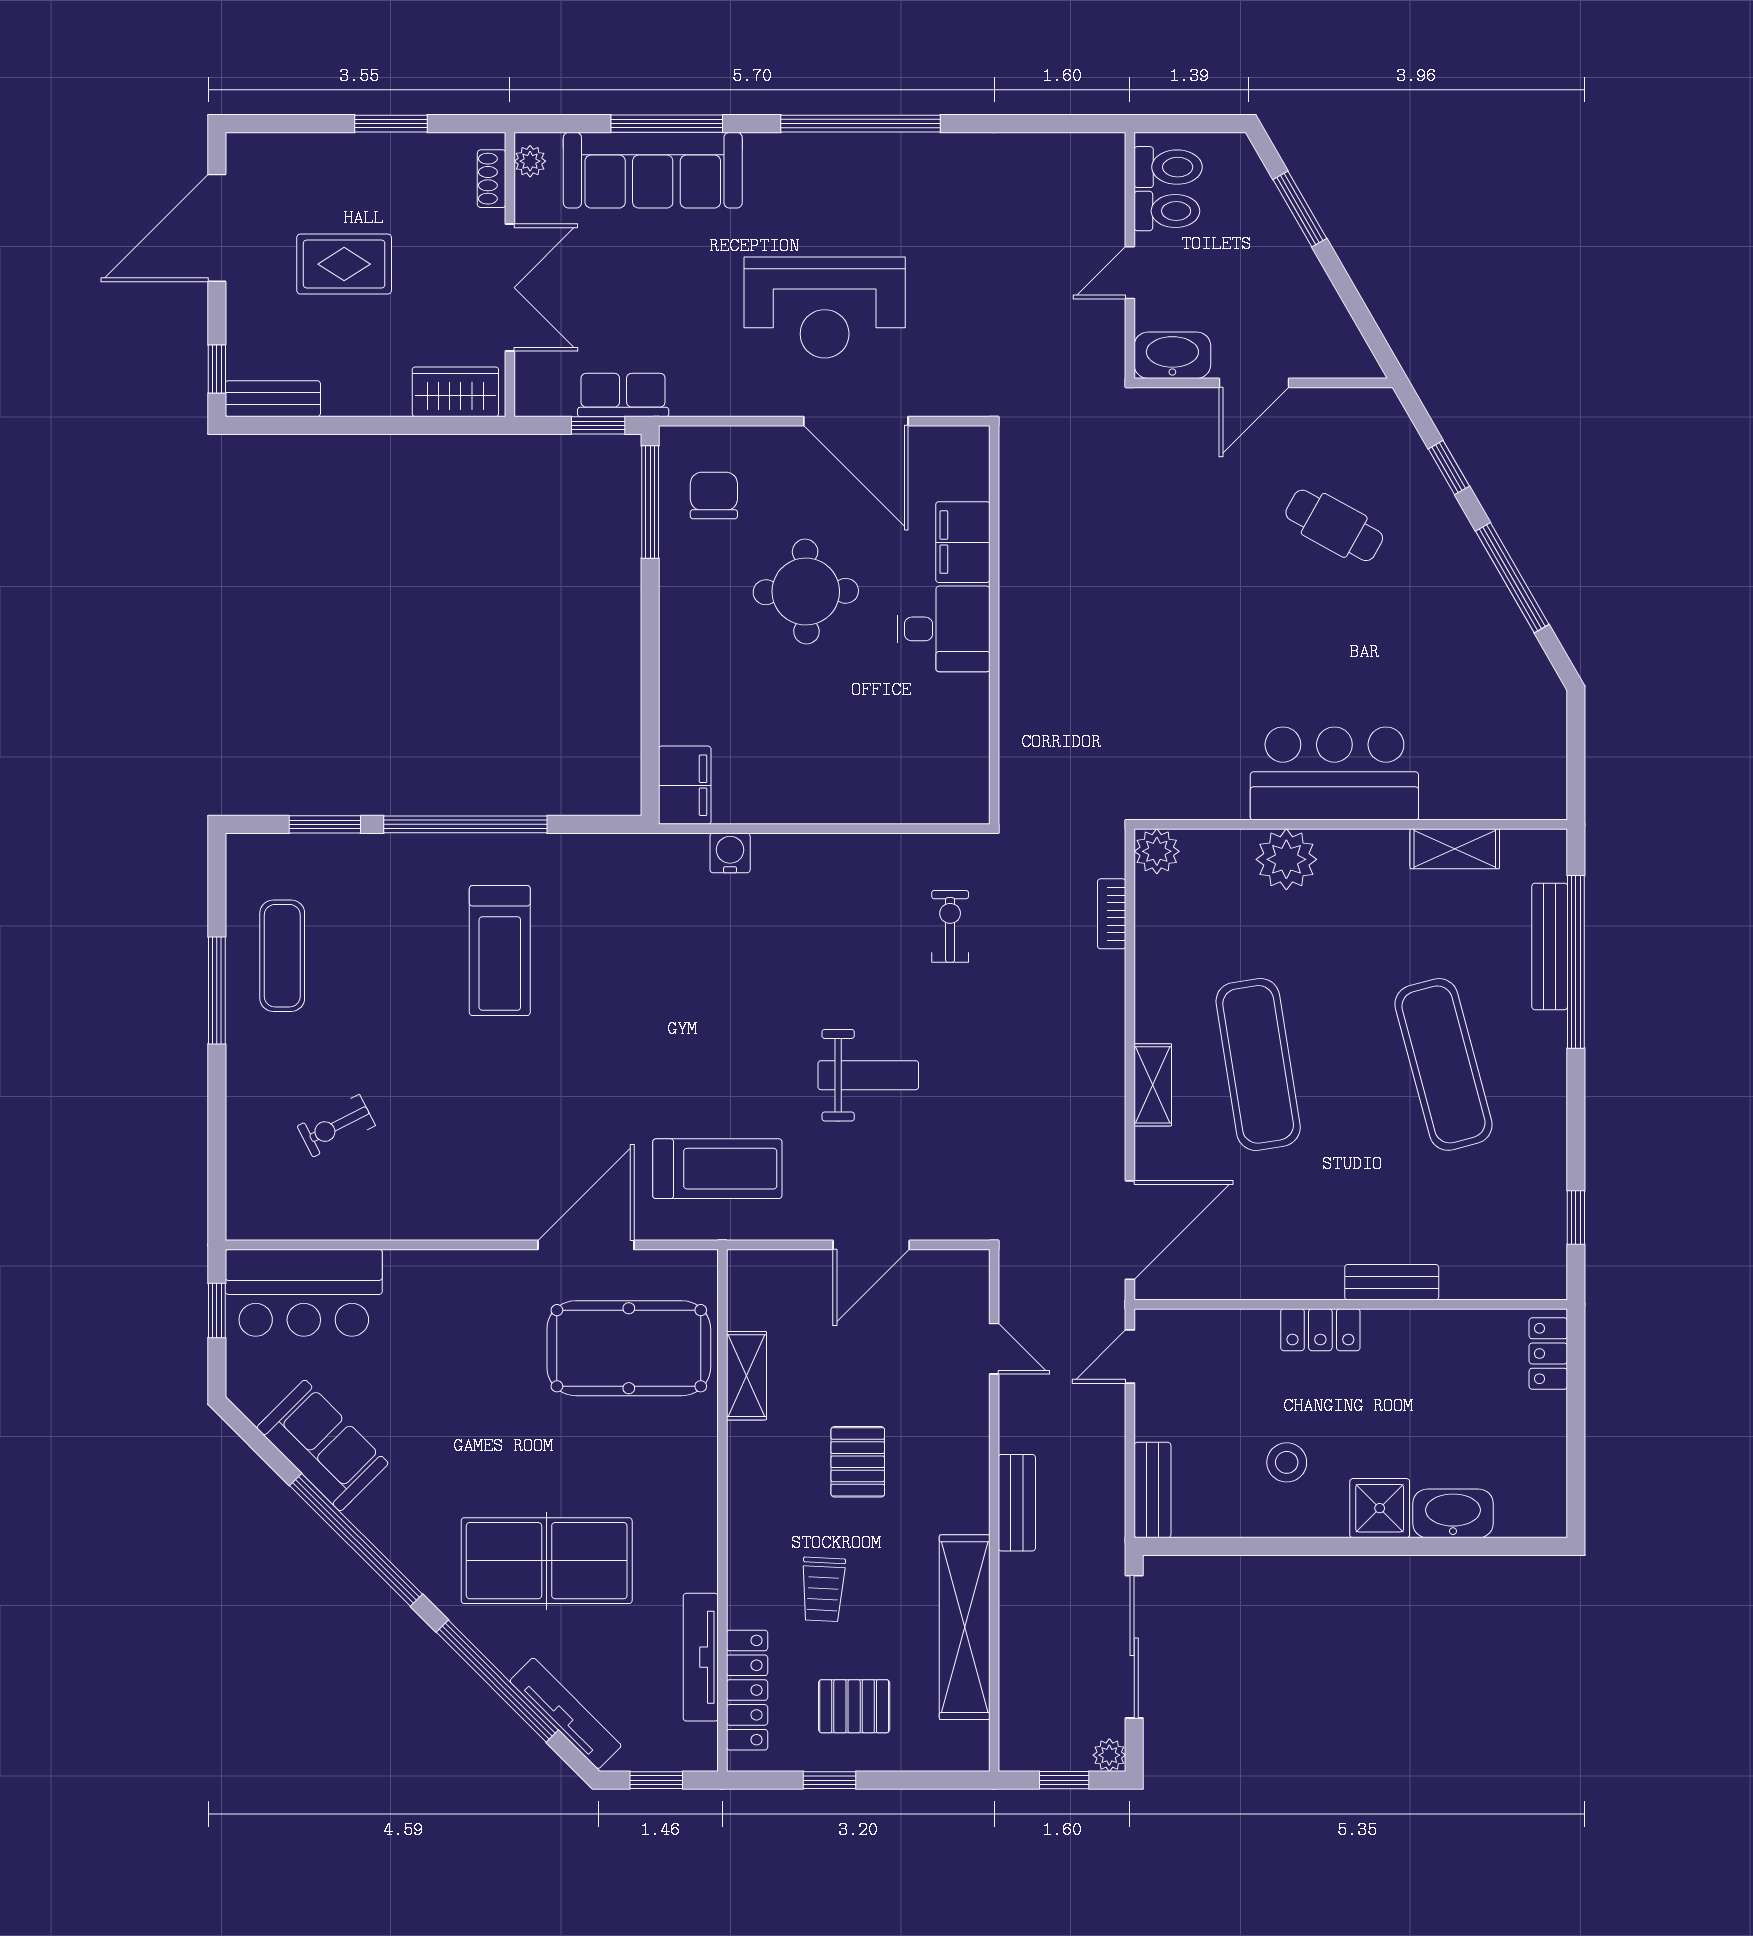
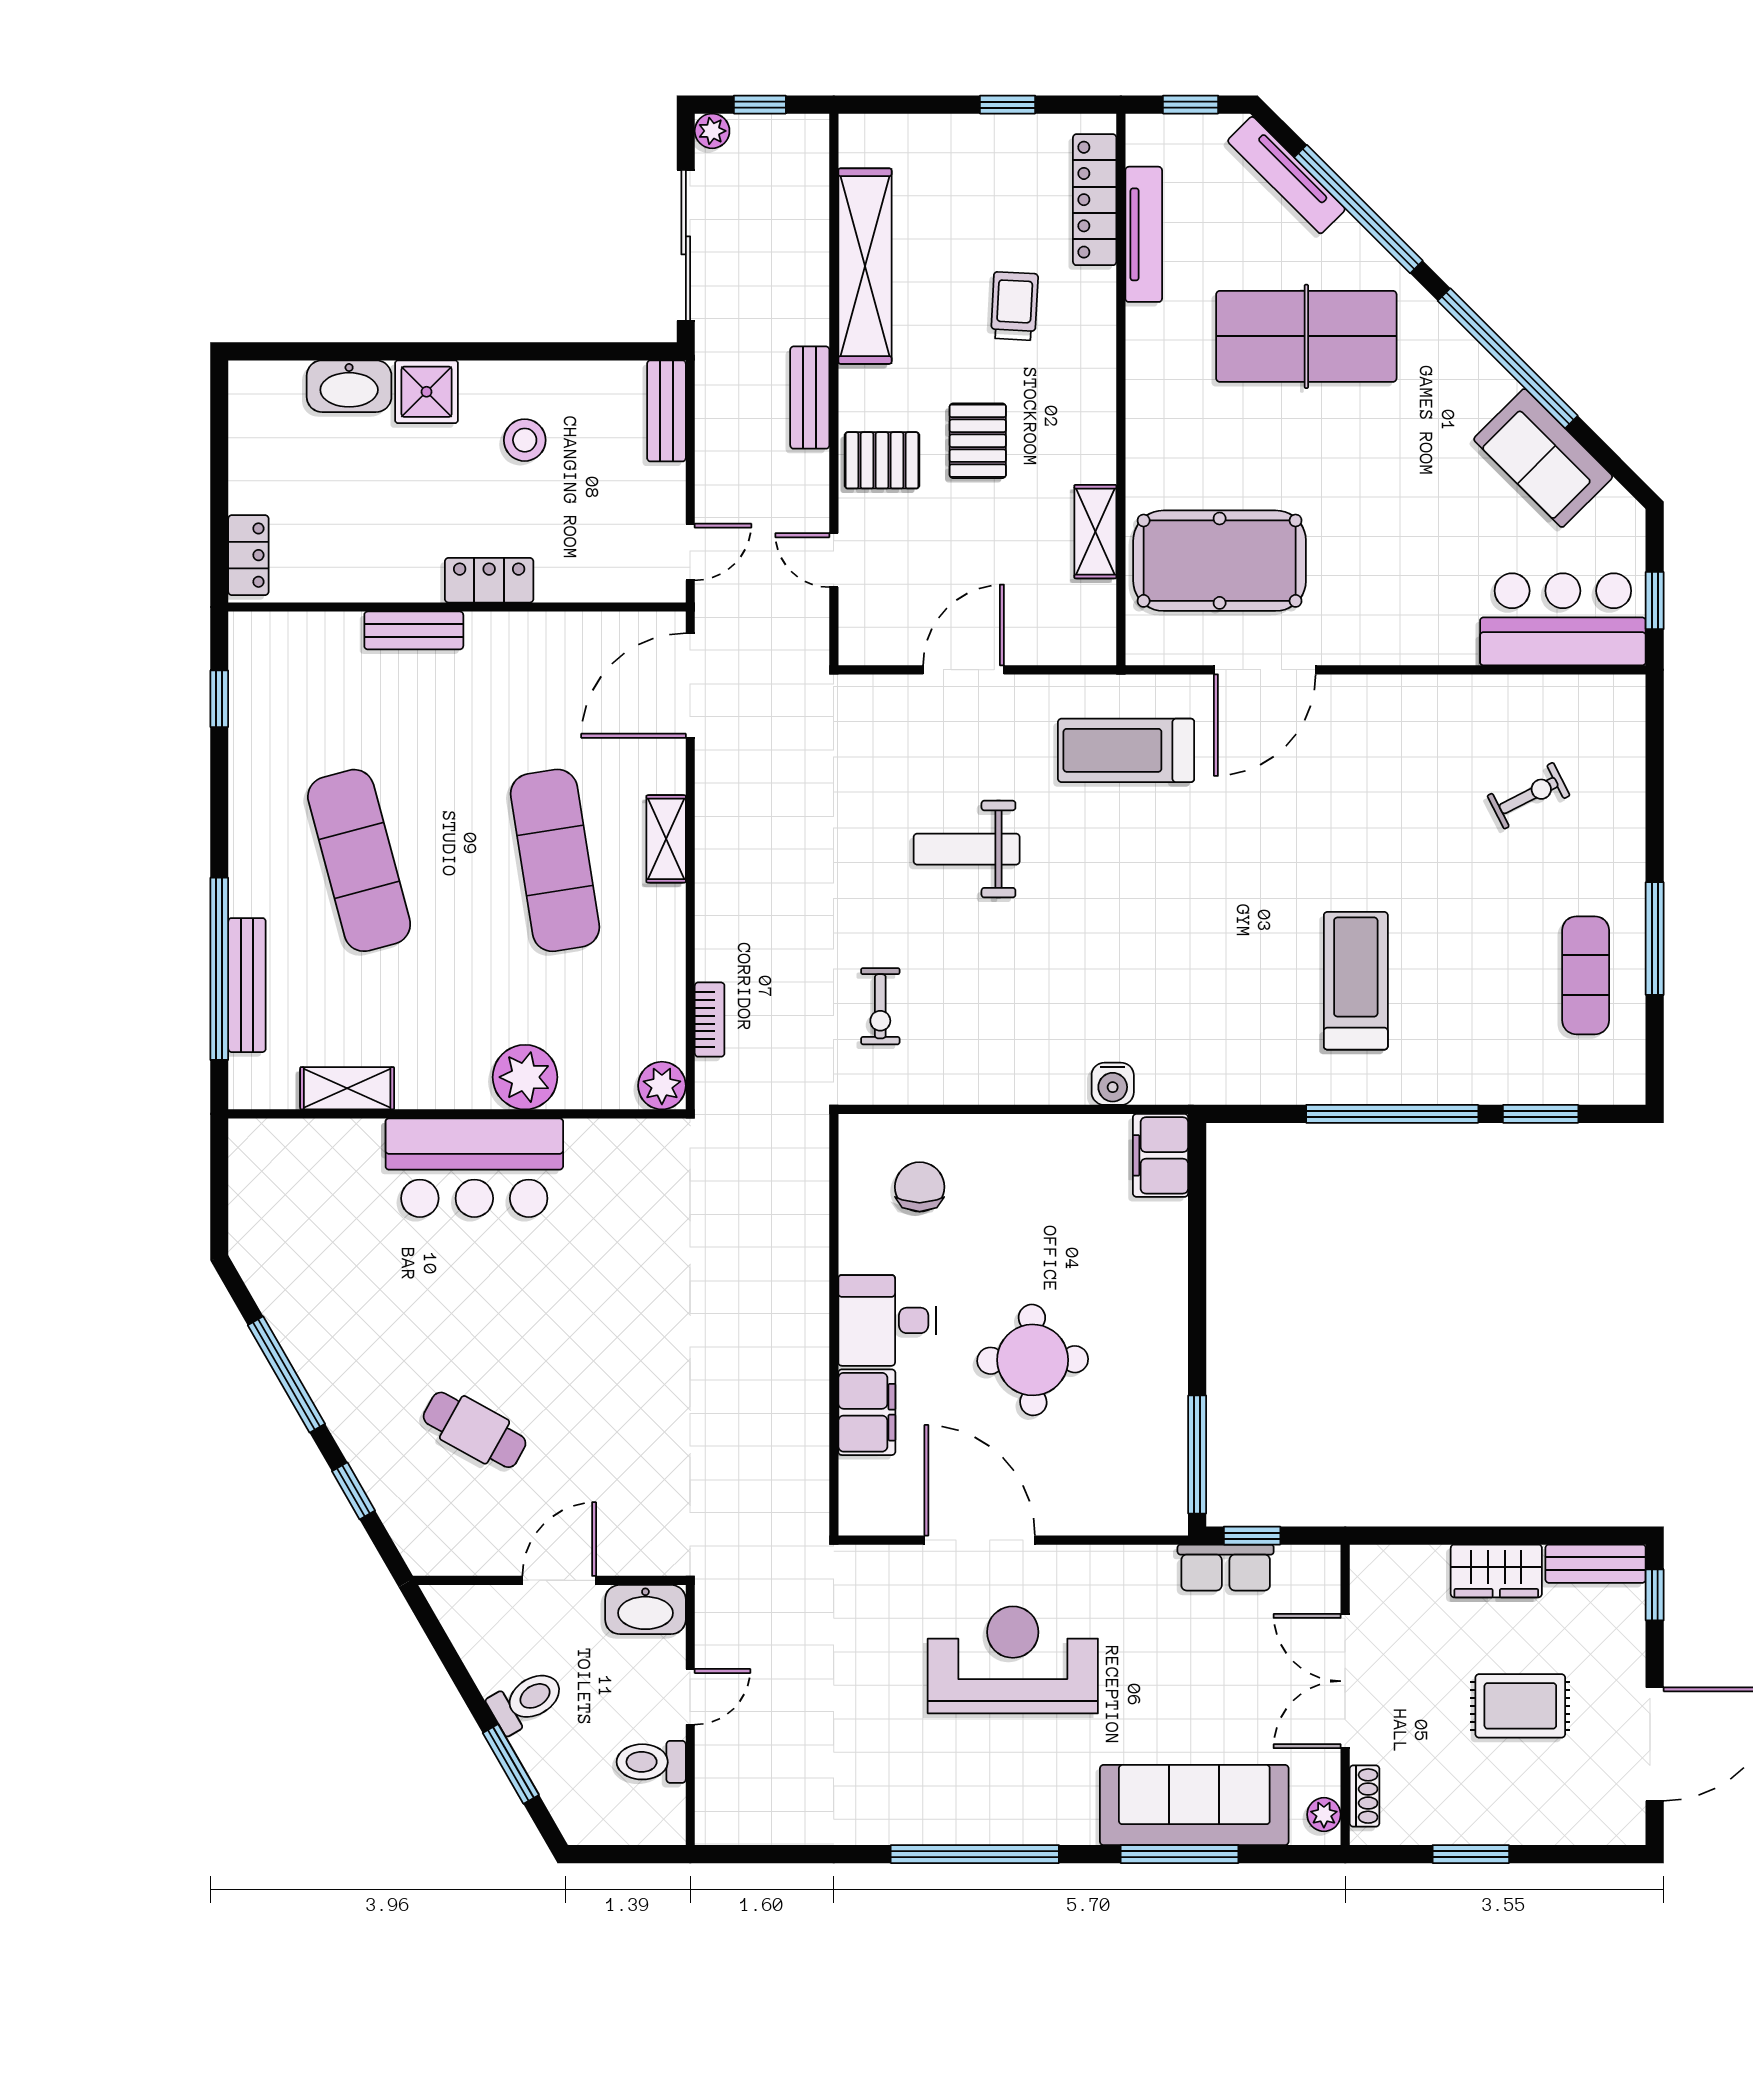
toilet: (1168, 167) -> (526, 1701), moved, turned 150
wardrobe: (455, 392) -> (1496, 1571), moved
chair: (714, 495) -> (920, 1187), moved, turned 180
pallet: (854, 1706) -> (882, 460), moved

